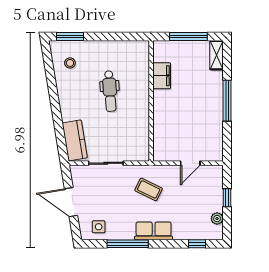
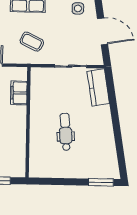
stool: (70, 63) -> (101, 158), removed
filing cabinet: (162, 76) -> (19, 93), moved

